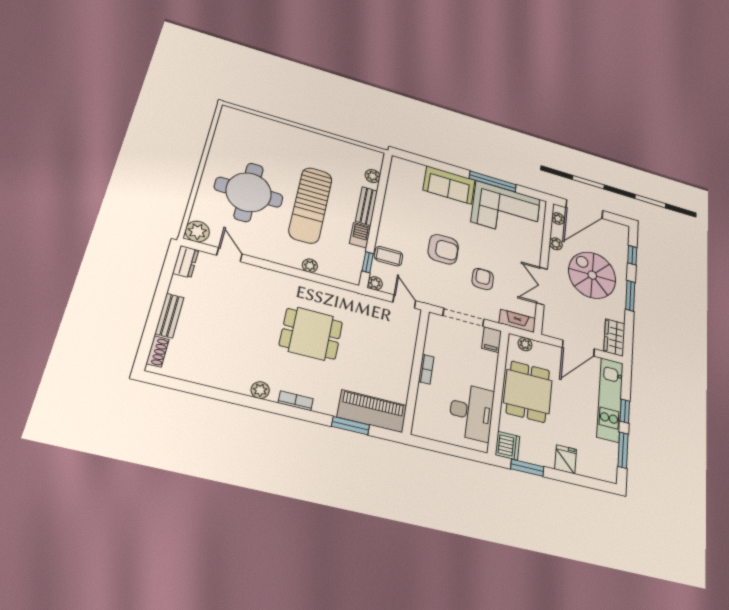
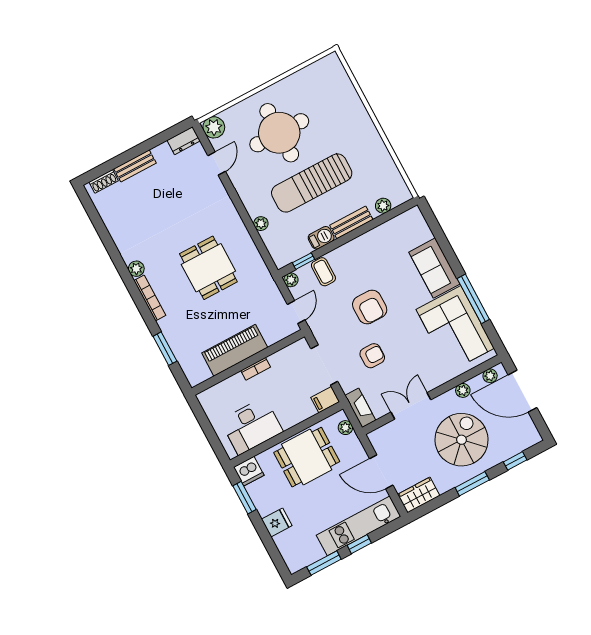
bookcase: (296, 401) -> (150, 298), width x1.56
piano: (372, 411) -> (235, 350), moved, turned -90

